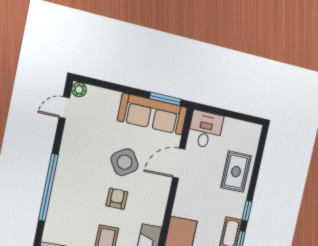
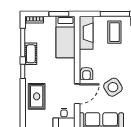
armchair: (117, 199) -> (87, 73), moved

